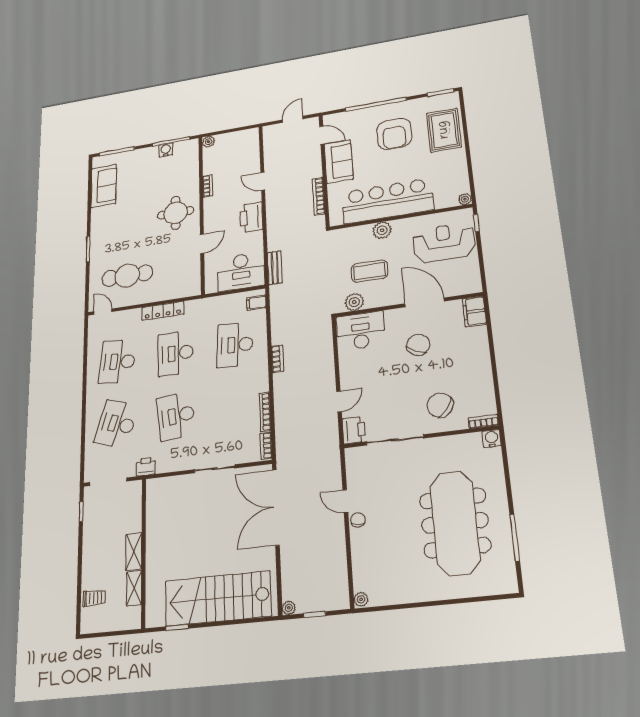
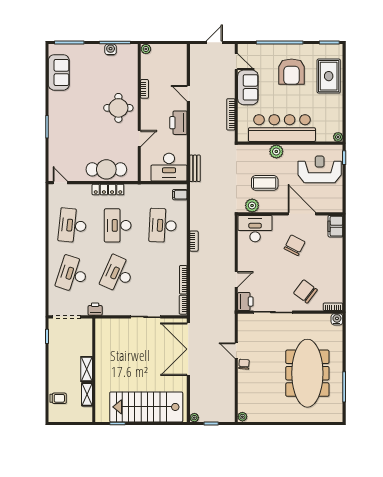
cafe table: (127, 276) -> (106, 169), moved
desk: (176, 416) -> (118, 274), turned 30

